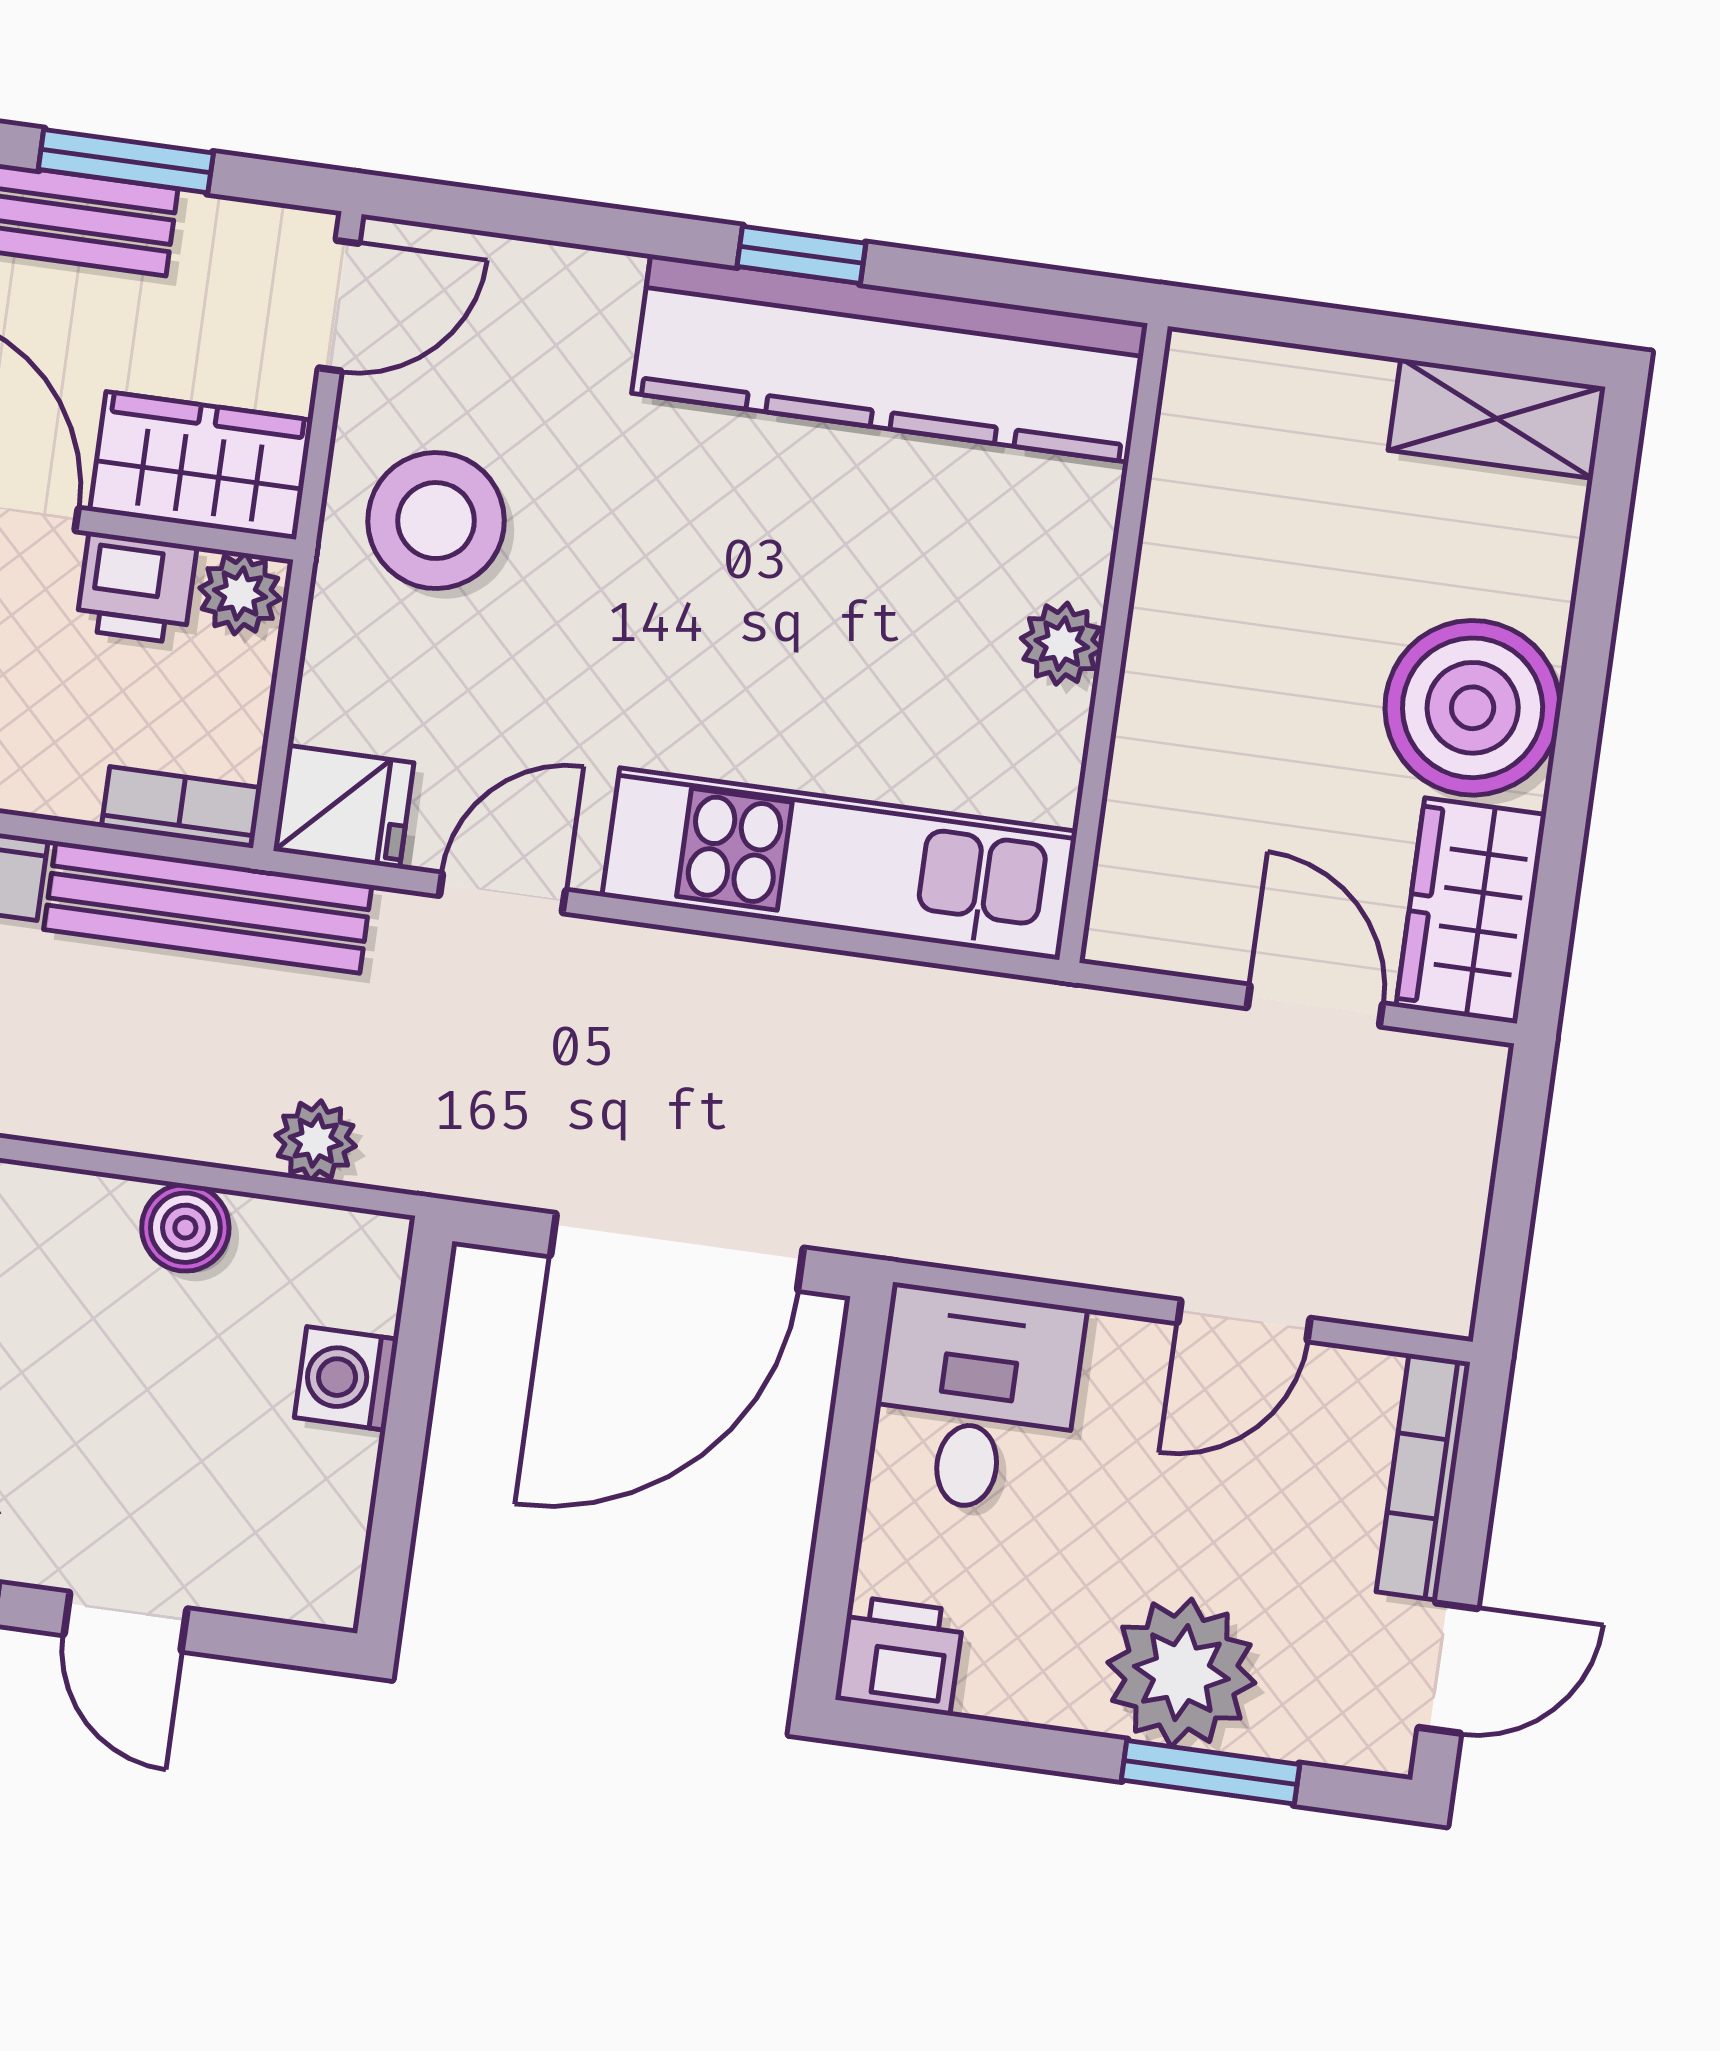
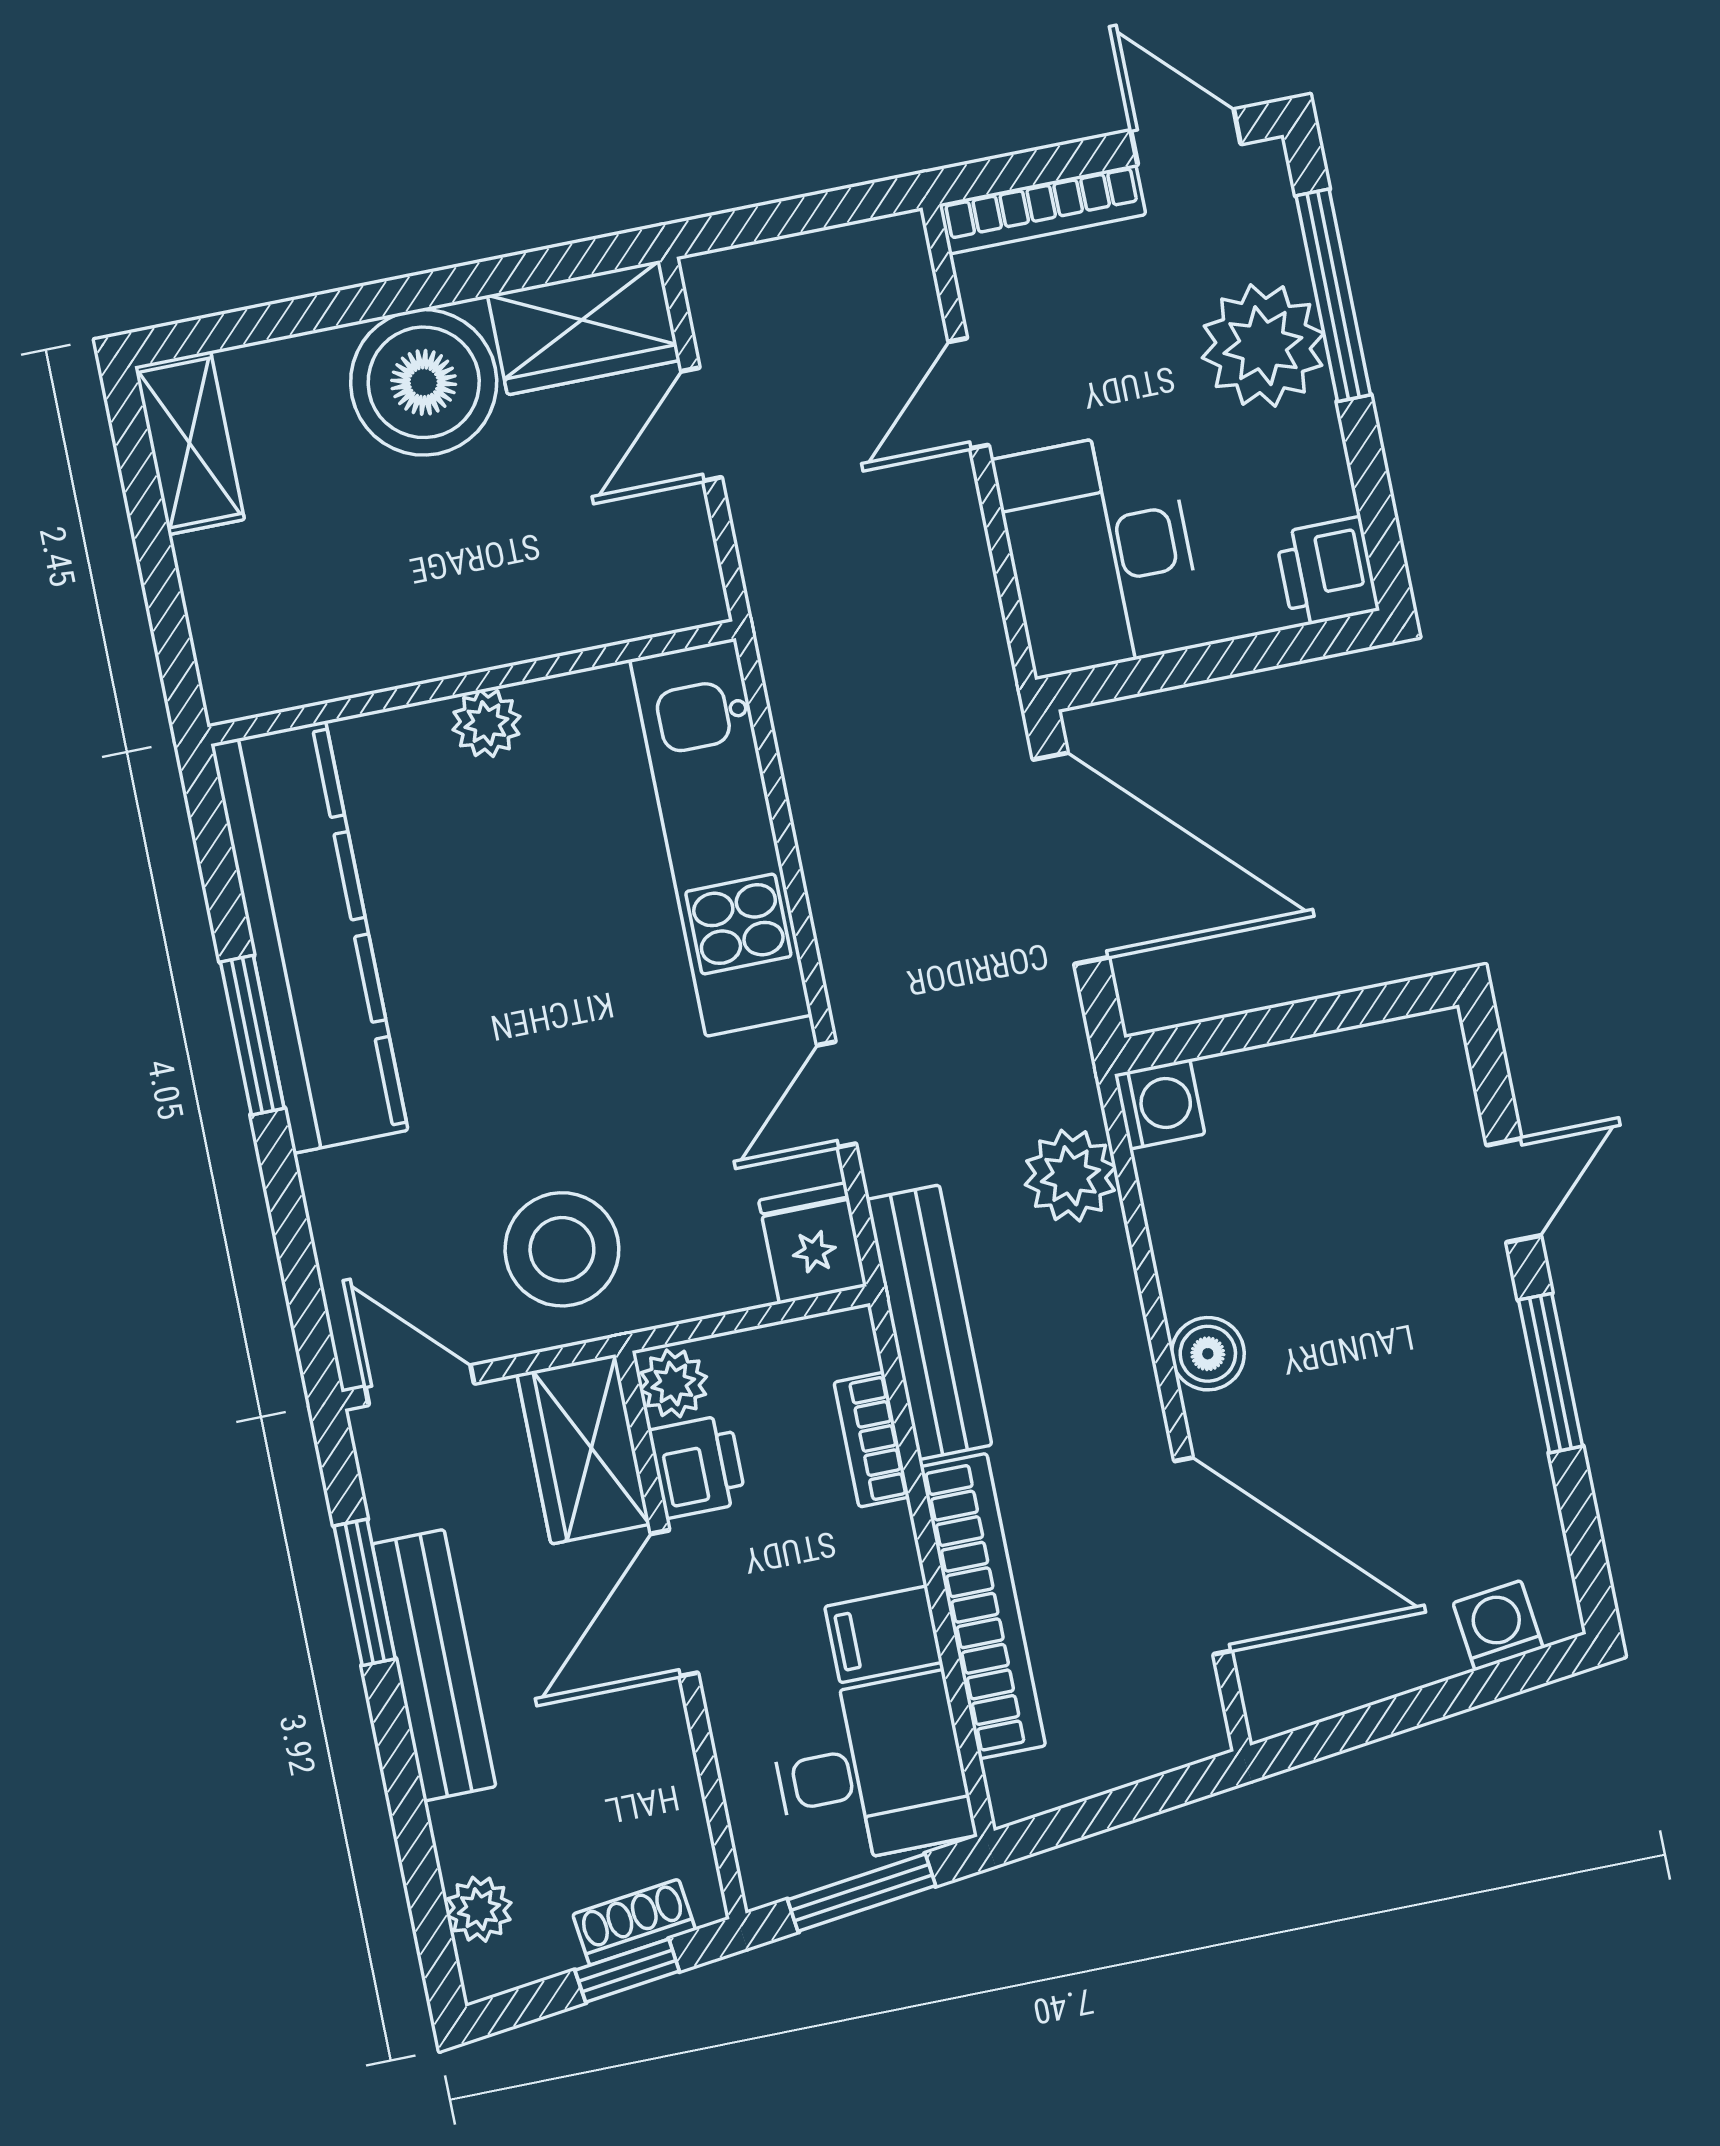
window: (801, 255) -> (252, 1035), width x1.50
bookcase: (182, 807) -> (872, 1440), moved
door: (502, 893) -> (837, 1094), hinge flipped
plant: (316, 1141) -> (1070, 1176), width x1.38, depth x1.38
boiler: (185, 1228) -> (1208, 1354), moved
door: (1244, 1320) -> (969, 393), swing flipped
washing machine: (346, 1378) -> (1160, 1104), moved, turned -90
desk: (976, 1400) -> (1099, 552), width x1.37
window: (1211, 1772) -> (1333, 295), width x1.44

